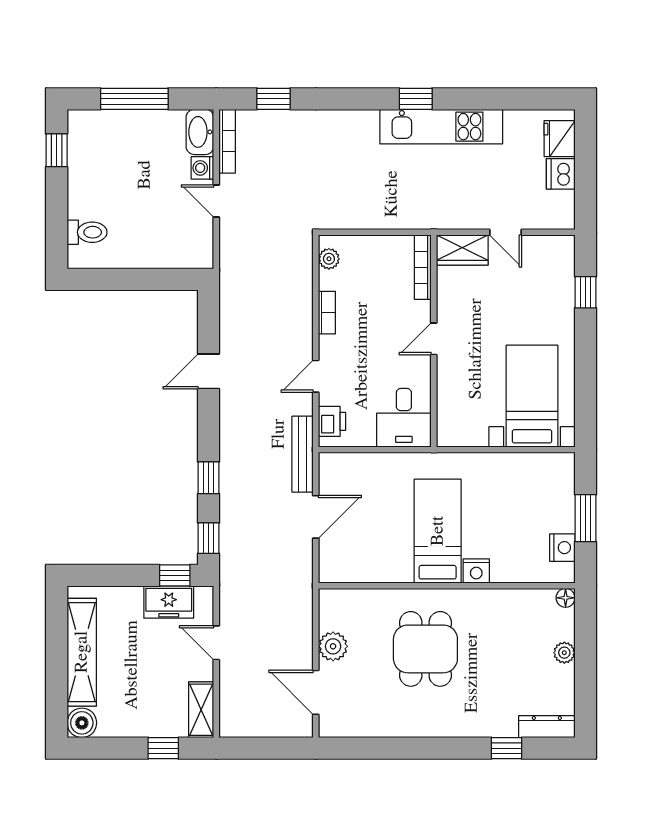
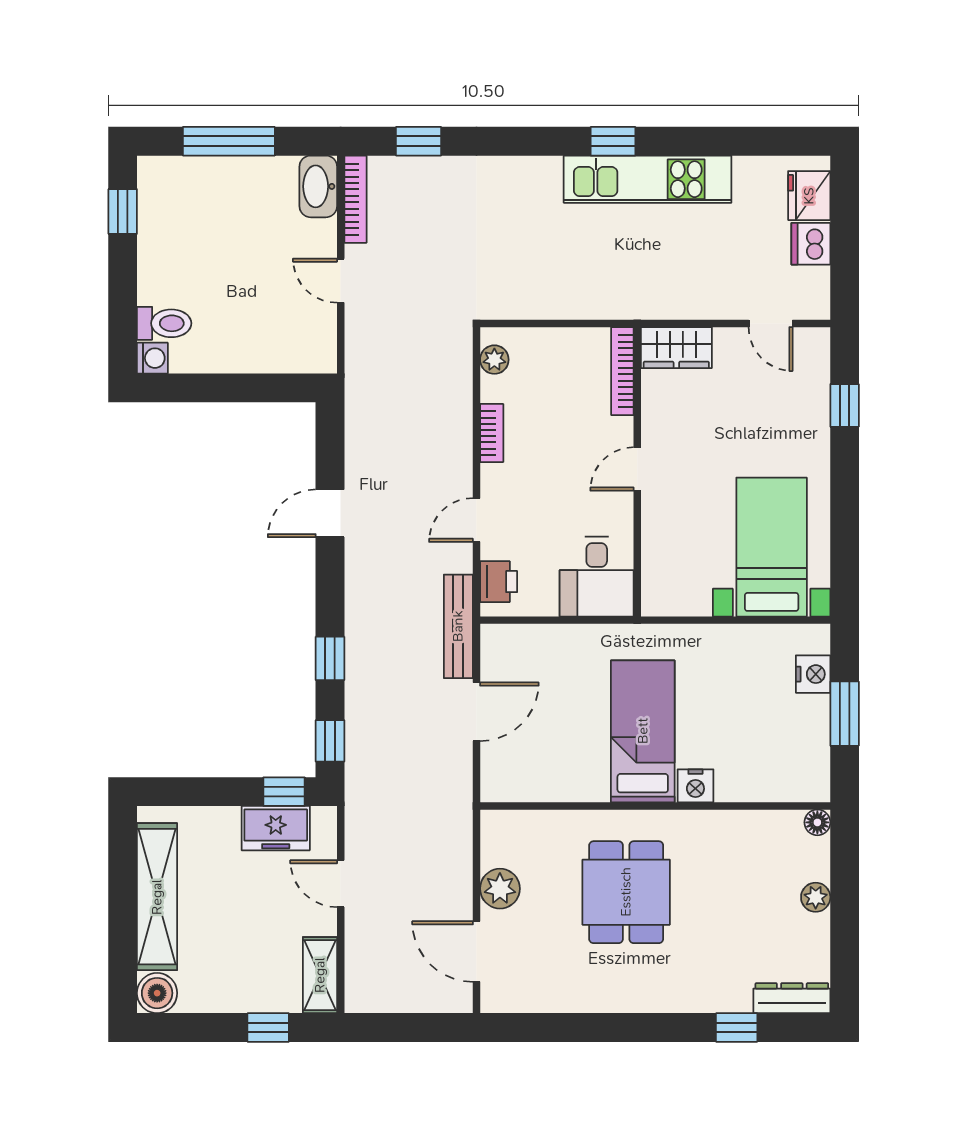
washing machine: (202, 168) -> (152, 358), moved, turned 180
door: (505, 232) -> (771, 323), moved
nightstand: (562, 548) -> (813, 674), moved

